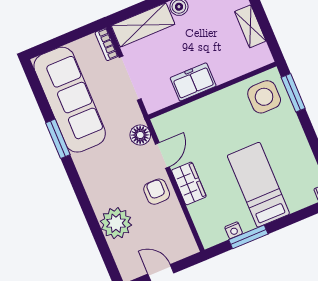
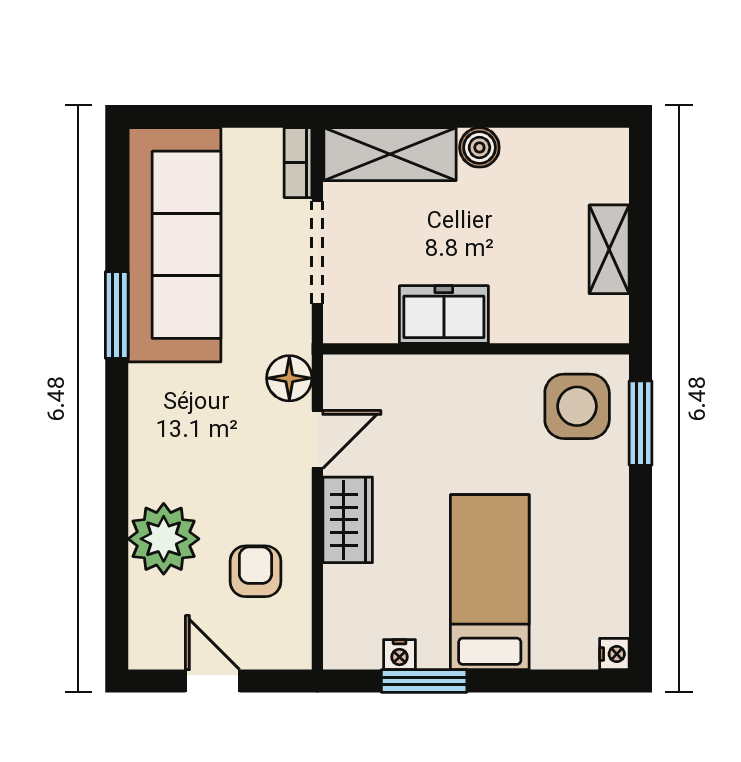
armchair: (157, 192) -> (255, 571), moved

